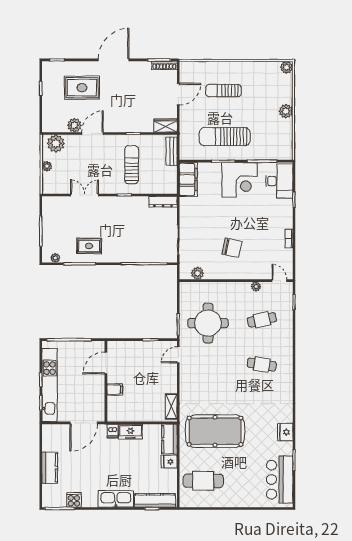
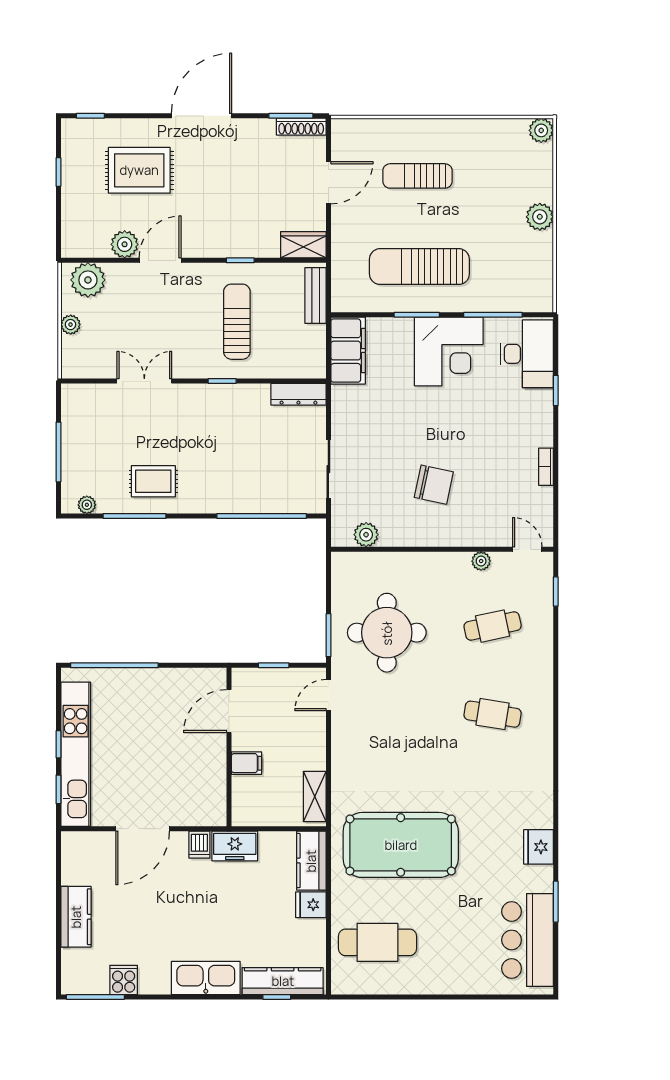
door: (106, 363) -> (229, 711), moved
wall: (106, 381) -> (229, 747), moved
filing cabinet: (115, 390) -> (246, 763), moved

